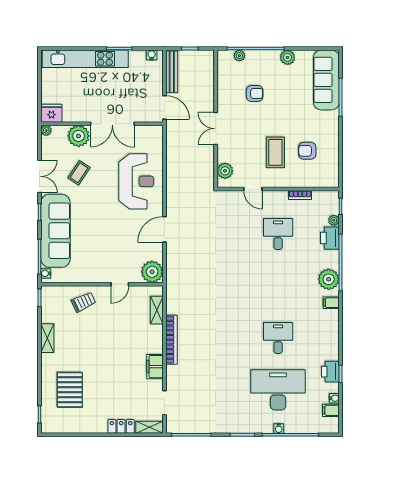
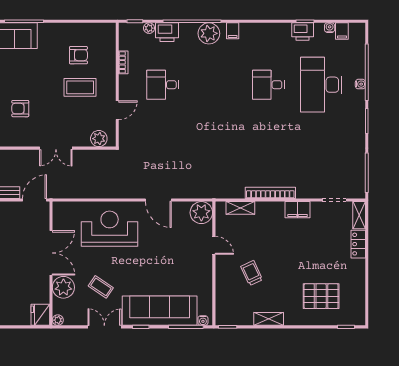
armchair: (255, 93) -> (20, 109), turned -90
armchair: (307, 151) -> (78, 55), turned -90
trolley: (84, 302) -> (252, 273), moved

